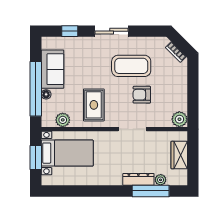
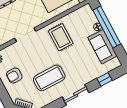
armchair: (142, 95) -> (14, 75), moved, turned 180
plant: (63, 120) -> (77, 15), removed

